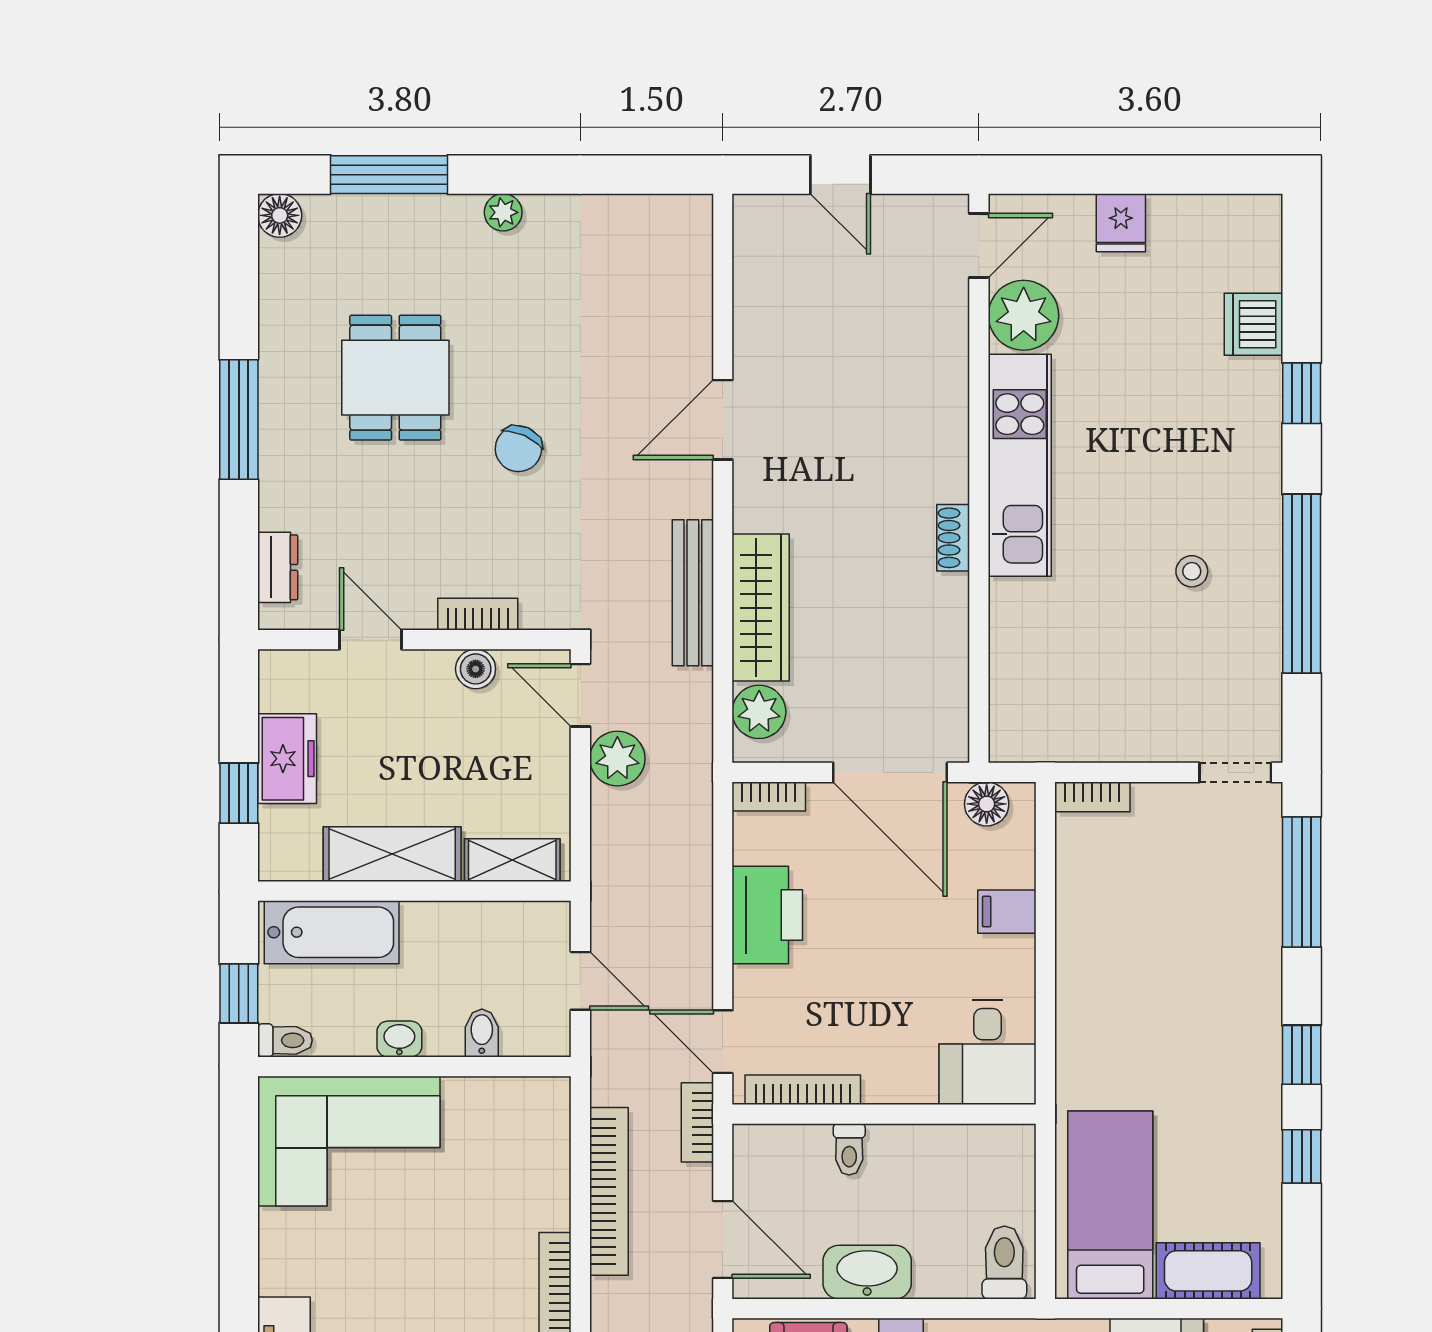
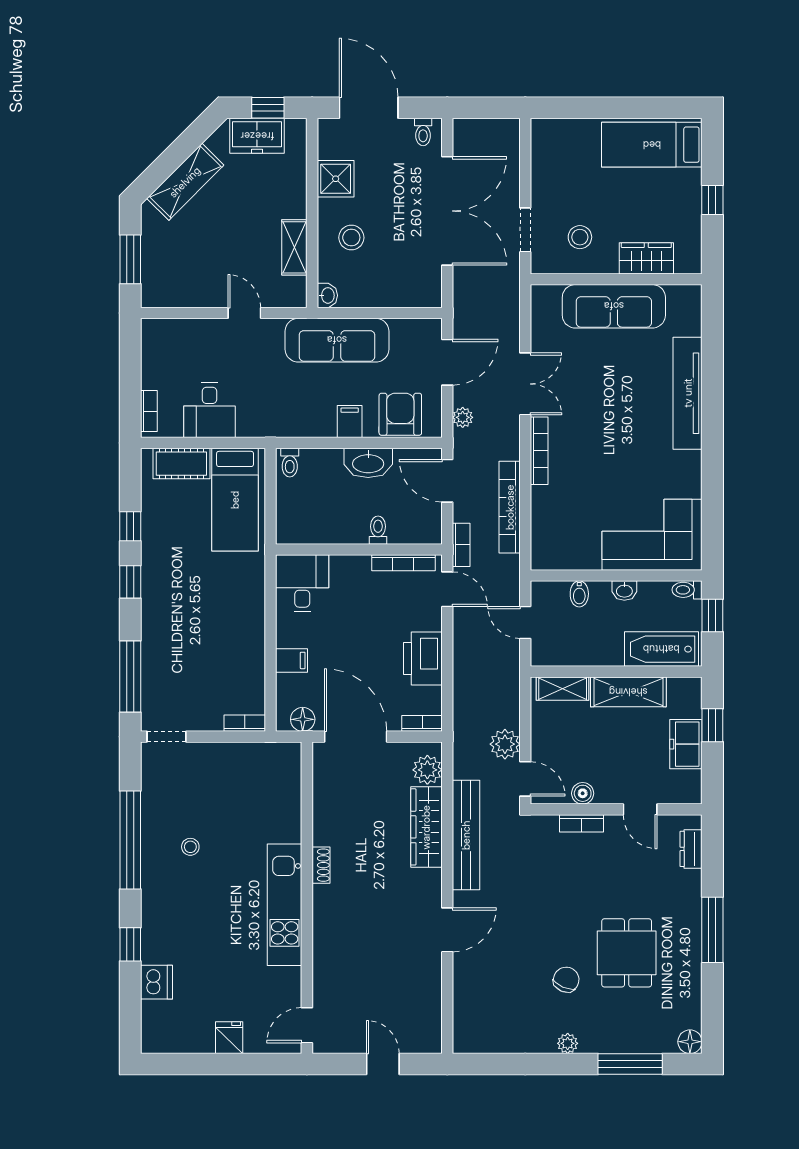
plant: (1024, 315) -> (283, 987), removed
chair: (518, 449) -> (566, 980), moved
bench: (693, 593) -> (466, 835), width x1.37, depth x1.21
toilet: (1004, 1263) -> (290, 463), width x0.73, depth x0.72

